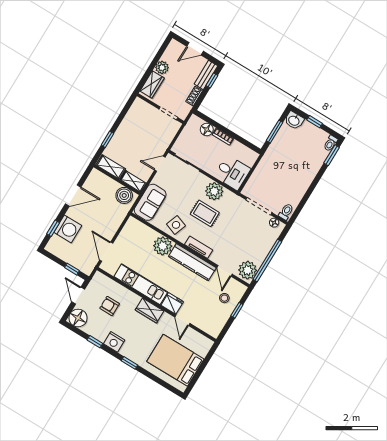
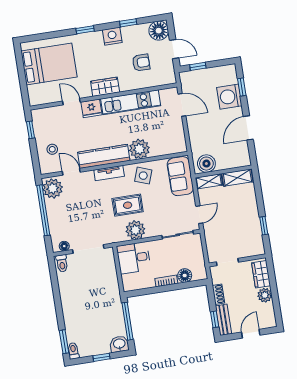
window: (274, 132) -> (128, 321), width x1.44
window: (107, 139) -> (264, 226), moved
window: (237, 310) -> (31, 130), moved

